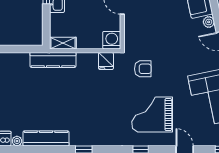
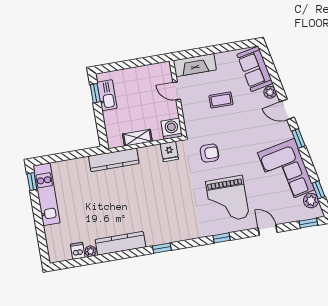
coffee table: (162, 21) -> (221, 100), added
shelving: (63, 43) -> (137, 138), moved
grand piano: (152, 115) -> (227, 199), turned -90

